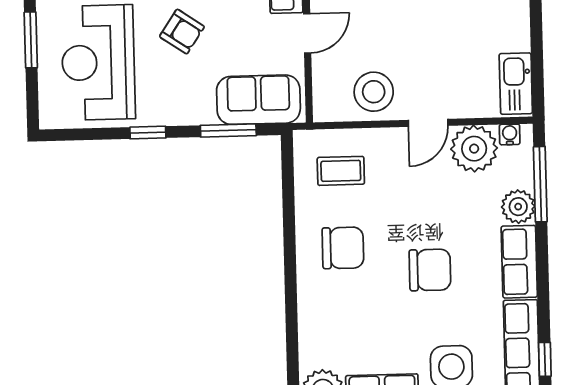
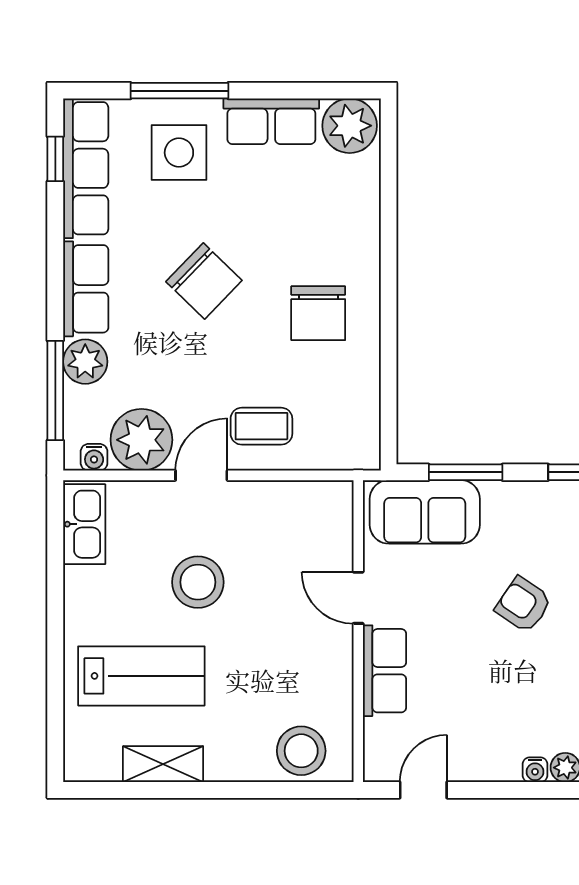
door: (307, 33) -> (358, 598), hinge flipped
stool: (374, 92) -> (198, 582), moved
coffee table: (341, 171) -> (261, 426), moved
chair: (343, 248) -> (318, 313), turned -90
chair: (430, 270) -> (204, 281), turned -136

